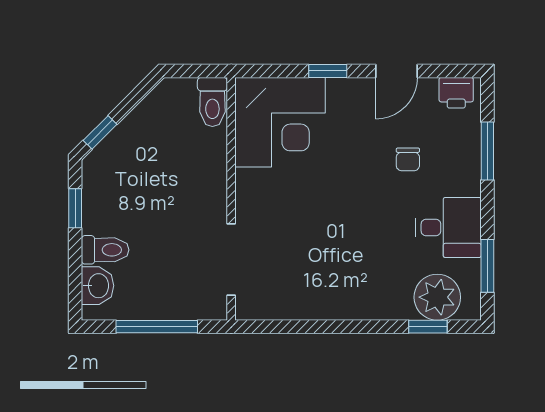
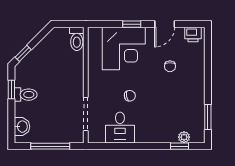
corner desk: (280, 122) -> (124, 49), moved
window: (487, 151) -> (208, 62), removed
chair: (324, 221) -> (130, 96), added
desk: (449, 227) -> (120, 127), moved, turned 90
toilet: (105, 250) -> (26, 95), moved
plant: (437, 297) -> (184, 137), width x0.53, depth x0.53

